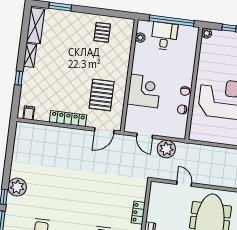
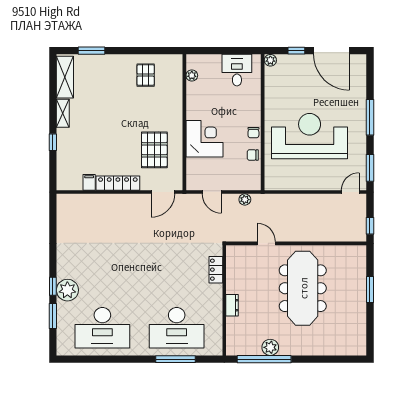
window: (172, 21) -> (227, 51), removed
desk: (164, 36) -> (237, 70), moved
filing cabinet: (29, 113) -> (89, 182), moved
plant: (166, 149) -> (245, 200), width x0.53, depth x0.53
plant: (17, 187) -> (67, 290), moved
locker: (138, 213) -> (216, 270), moved

